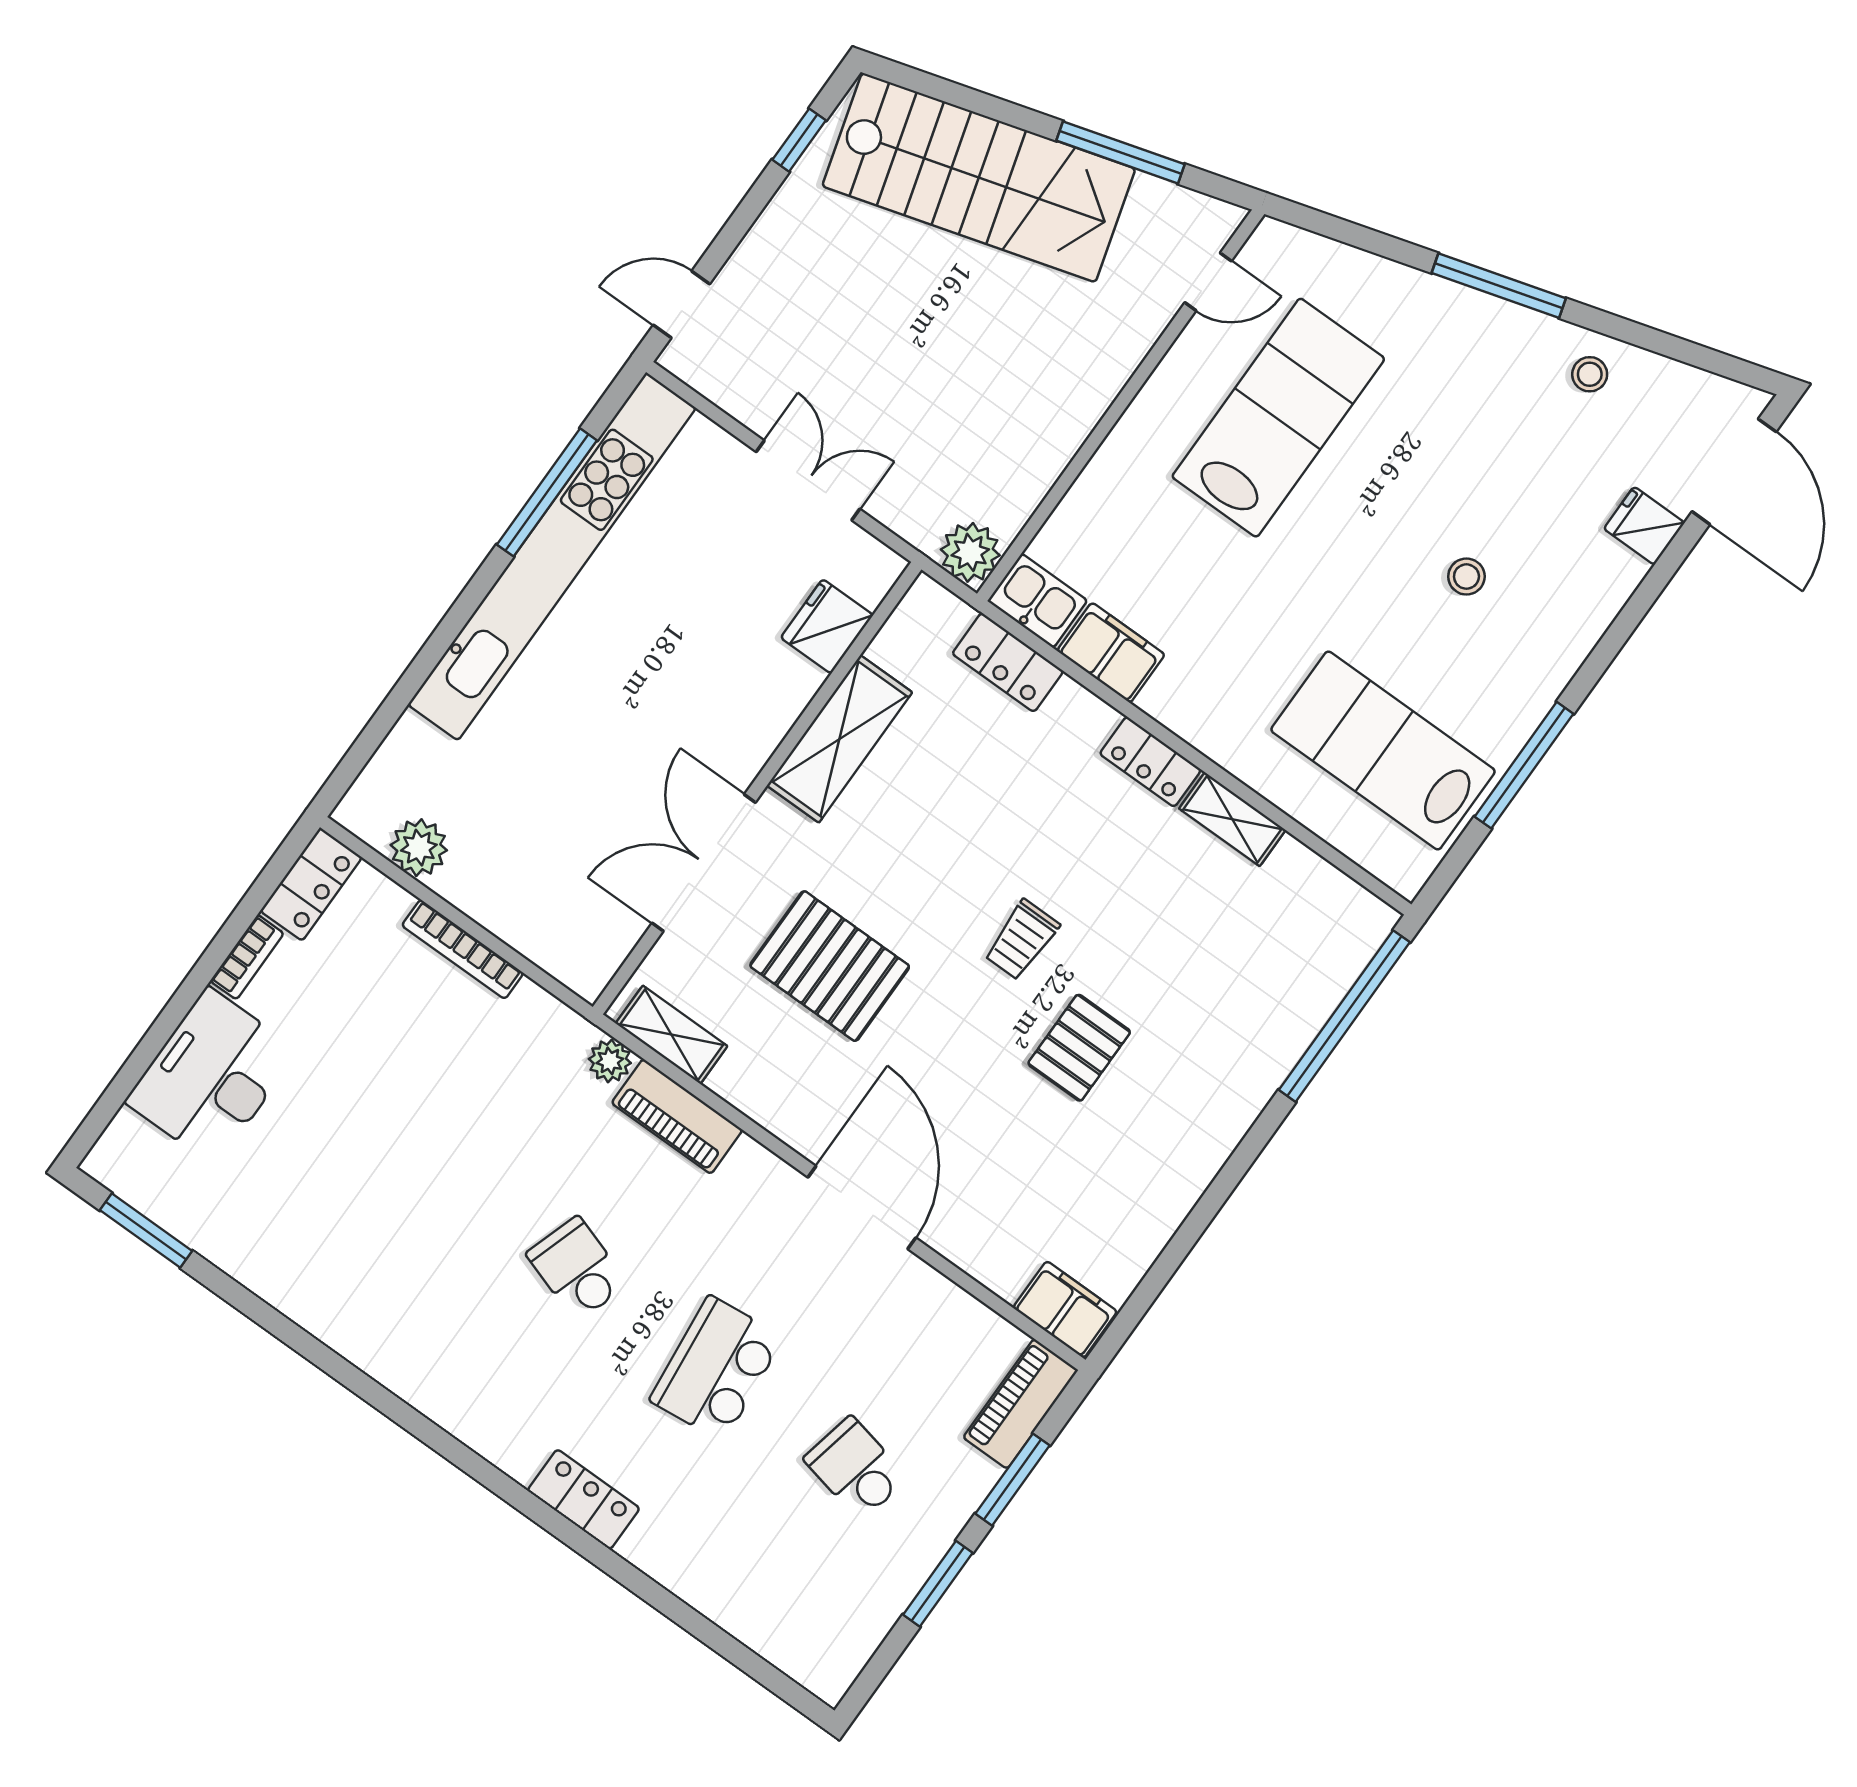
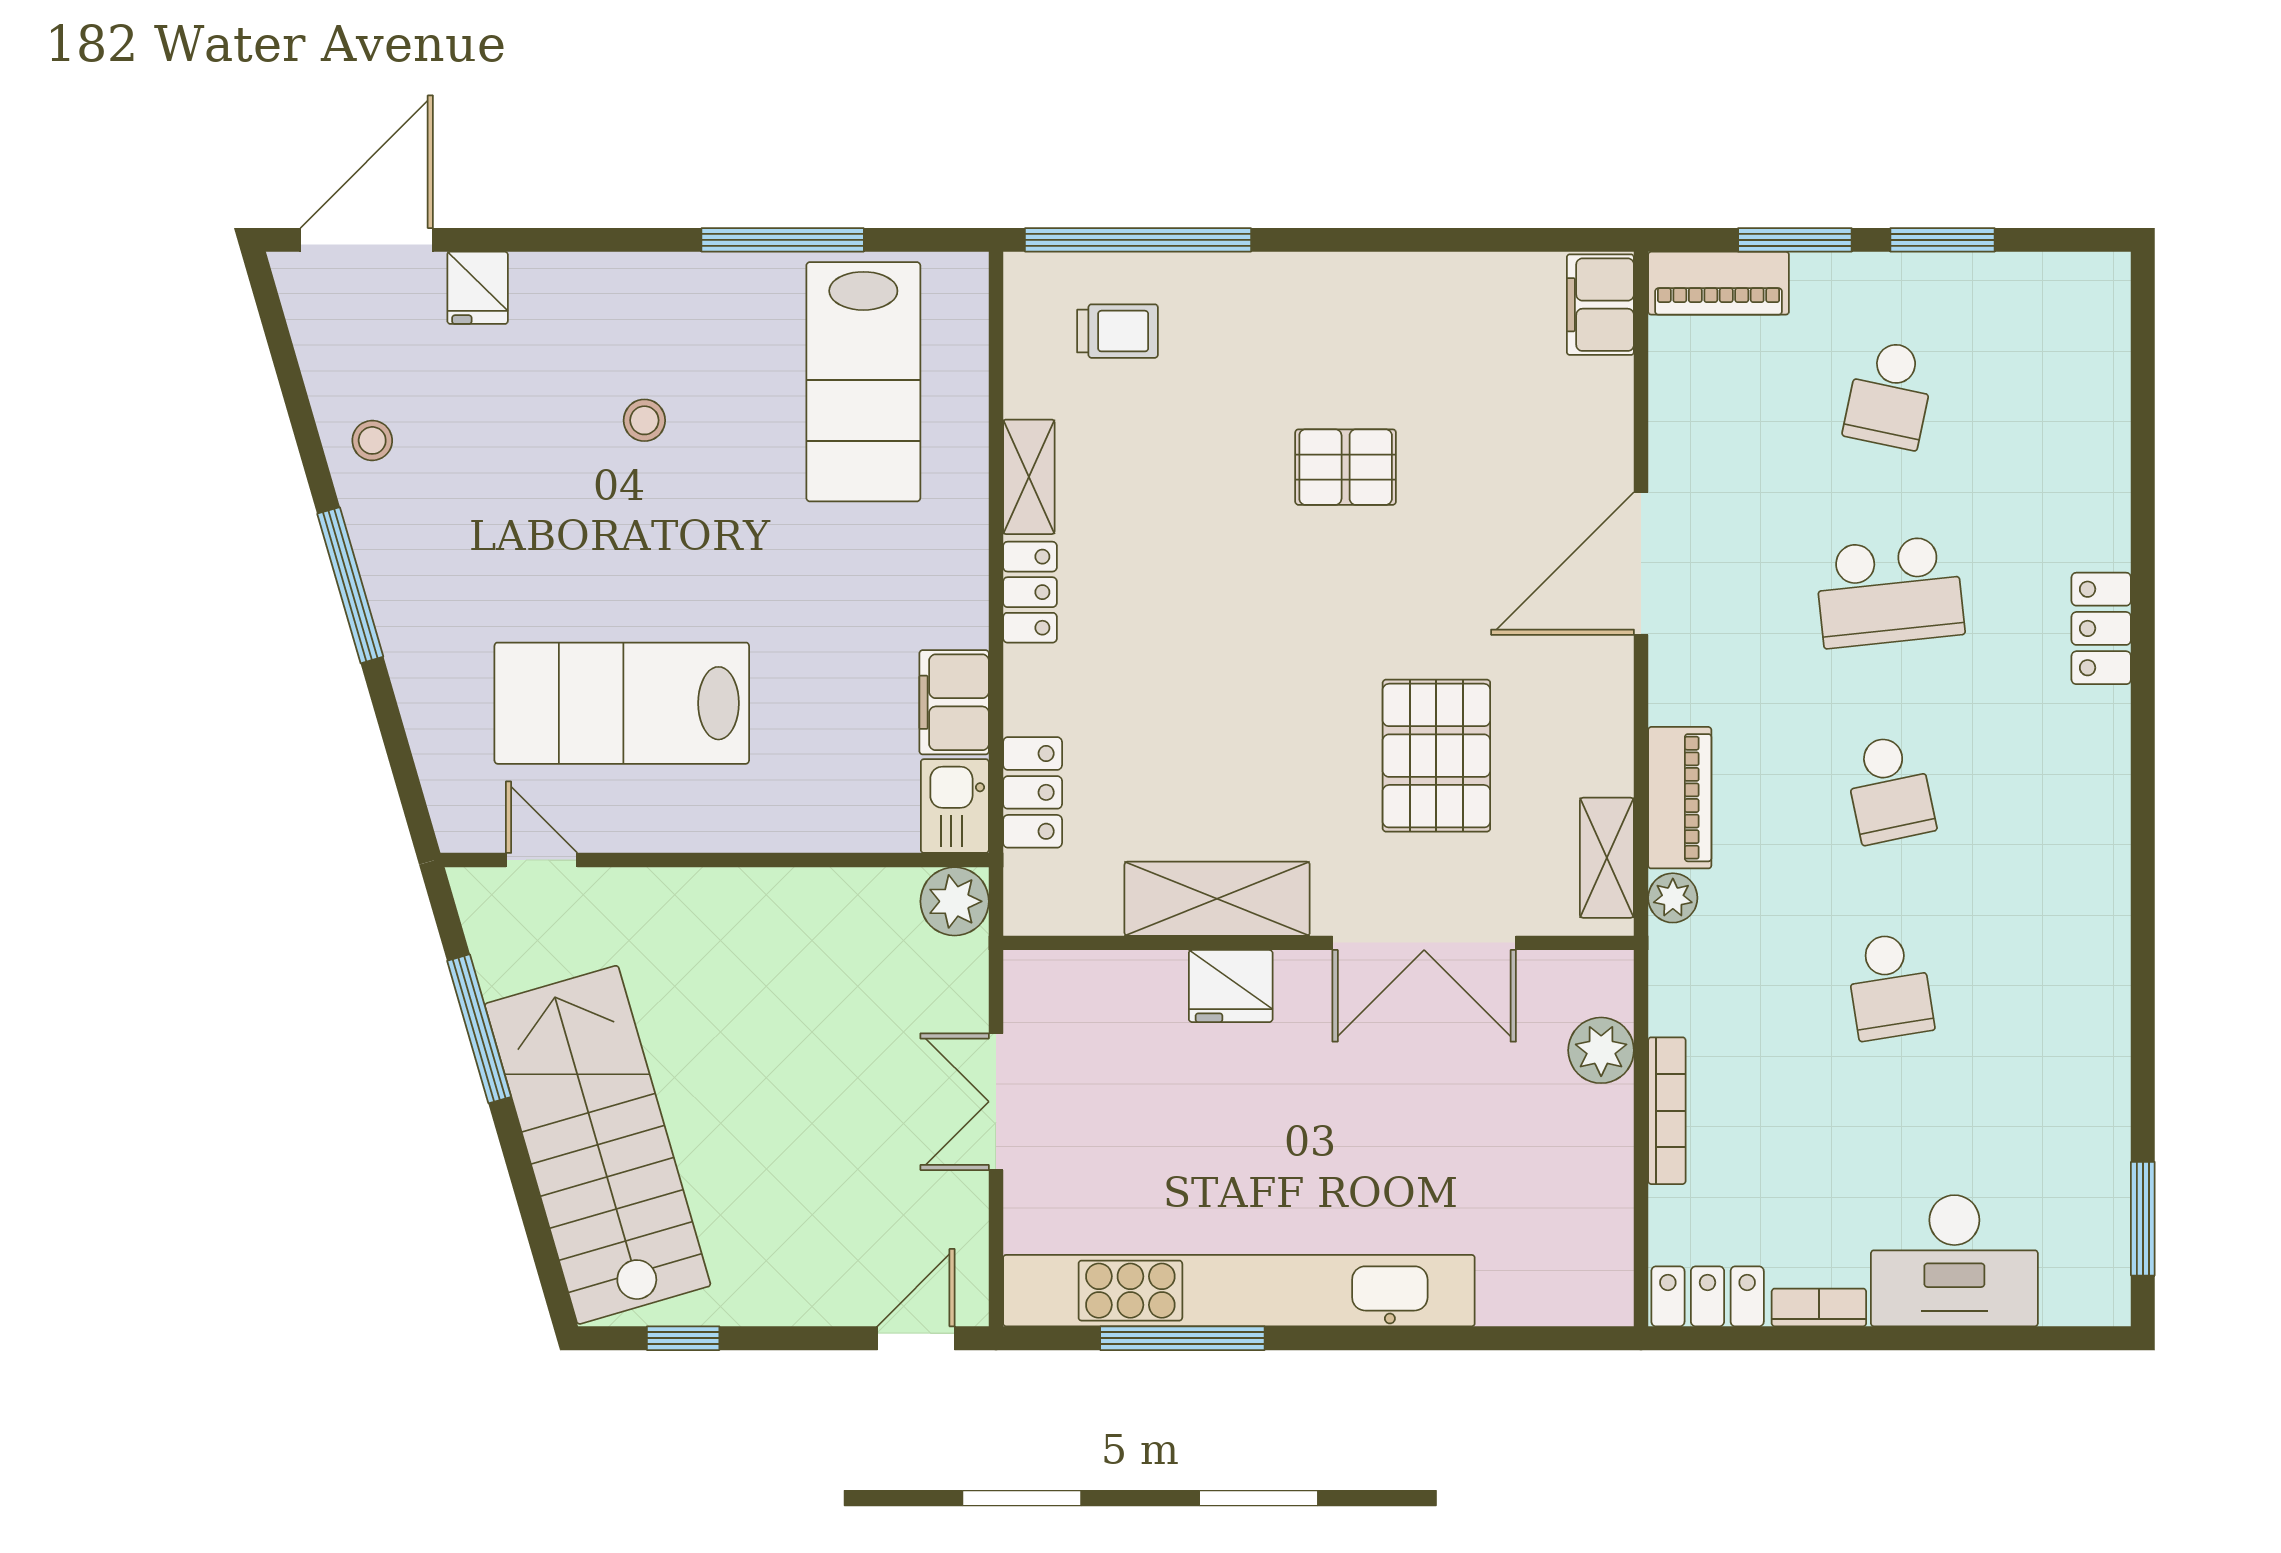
door: (681, 304) -> (916, 1338), swing flipped
fridge: (827, 626) -> (1231, 986), moved
plant: (419, 848) -> (1601, 1050), moved
trolley: (1022, 940) -> (1117, 331), moved
school desk: (438, 1169) -> (1890, 986), added
school desk: (577, 1269) -> (1890, 789), turned -30

